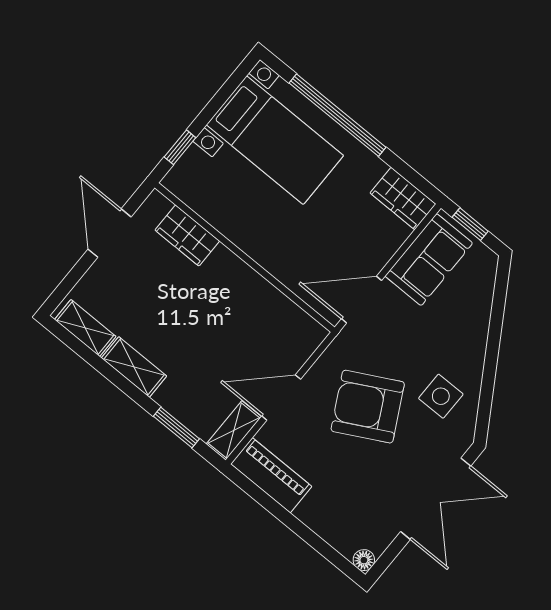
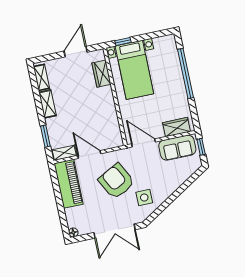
bed with nightstands: (275, 140) -> (134, 70), moved
wardrobe: (403, 199) -> (177, 127), moved, turned 90
piano: (271, 475) -> (68, 184), width x1.37, depth x1.33

